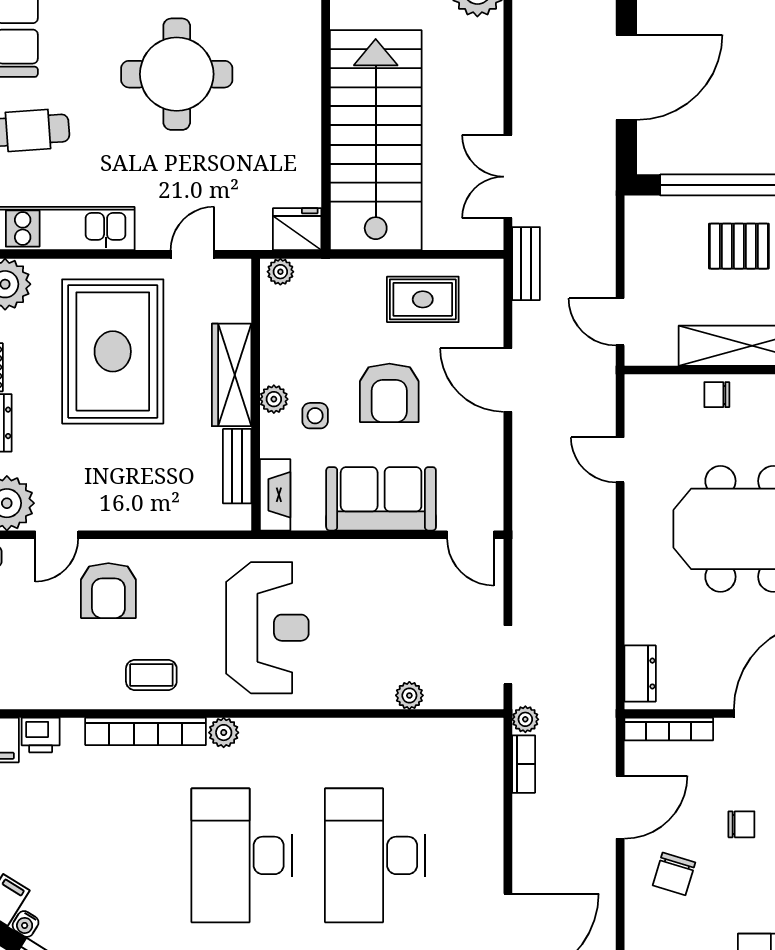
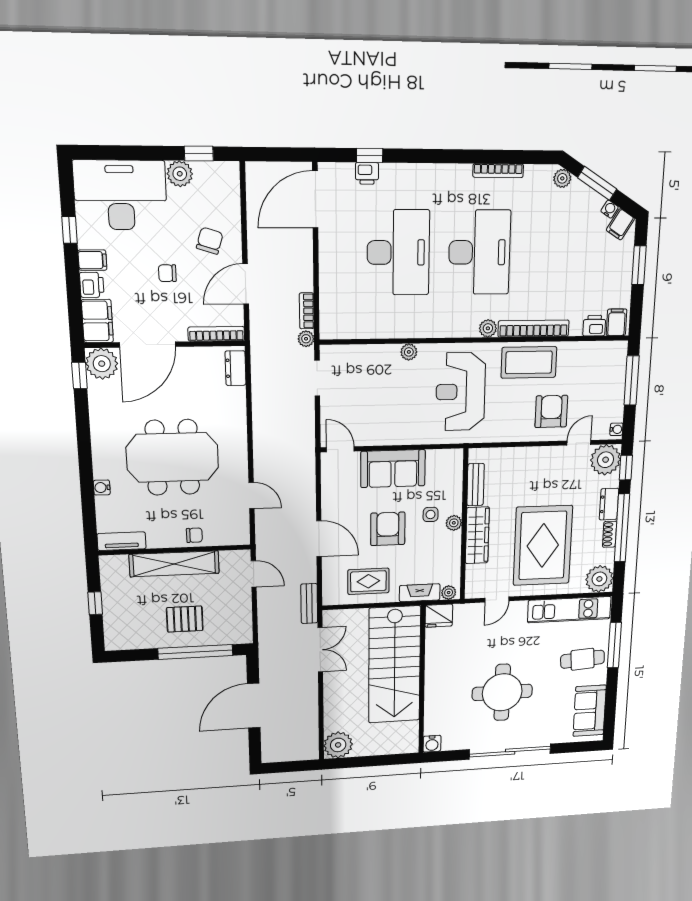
fireplace: (275, 495) -> (420, 593), moved, turned 90
coffee table: (151, 675) -> (529, 362), width x1.86, depth x1.72
plant: (409, 695) -> (409, 352), moved

